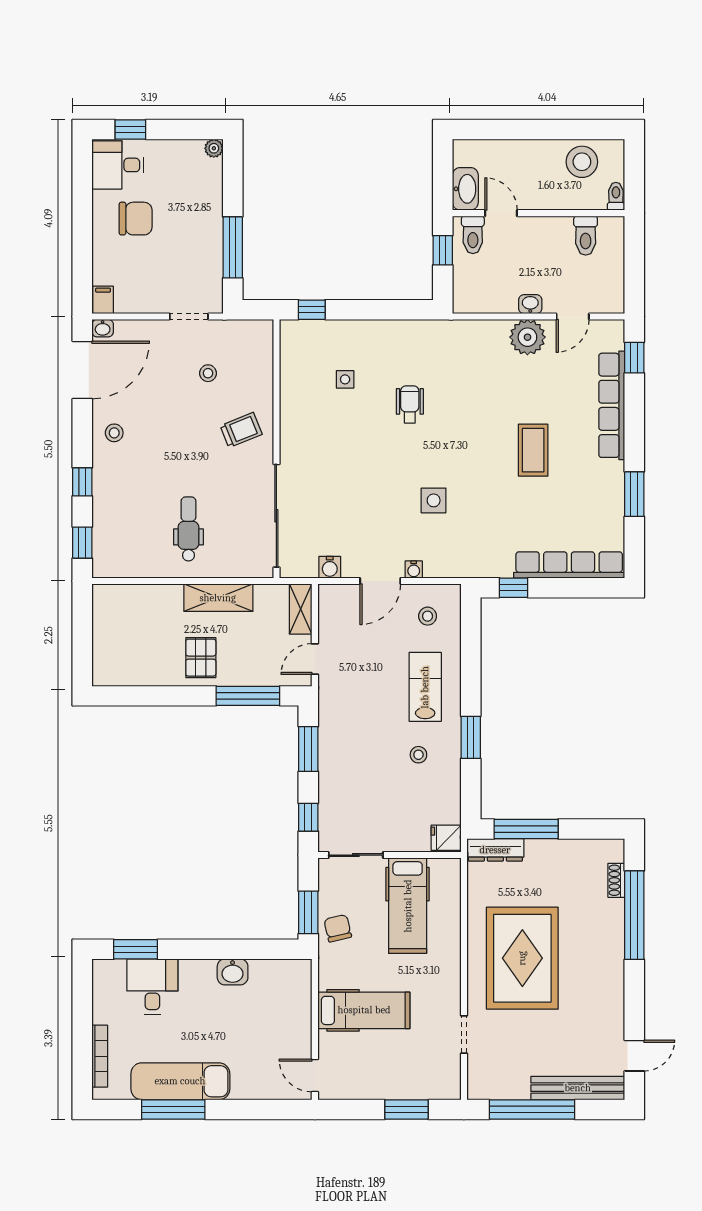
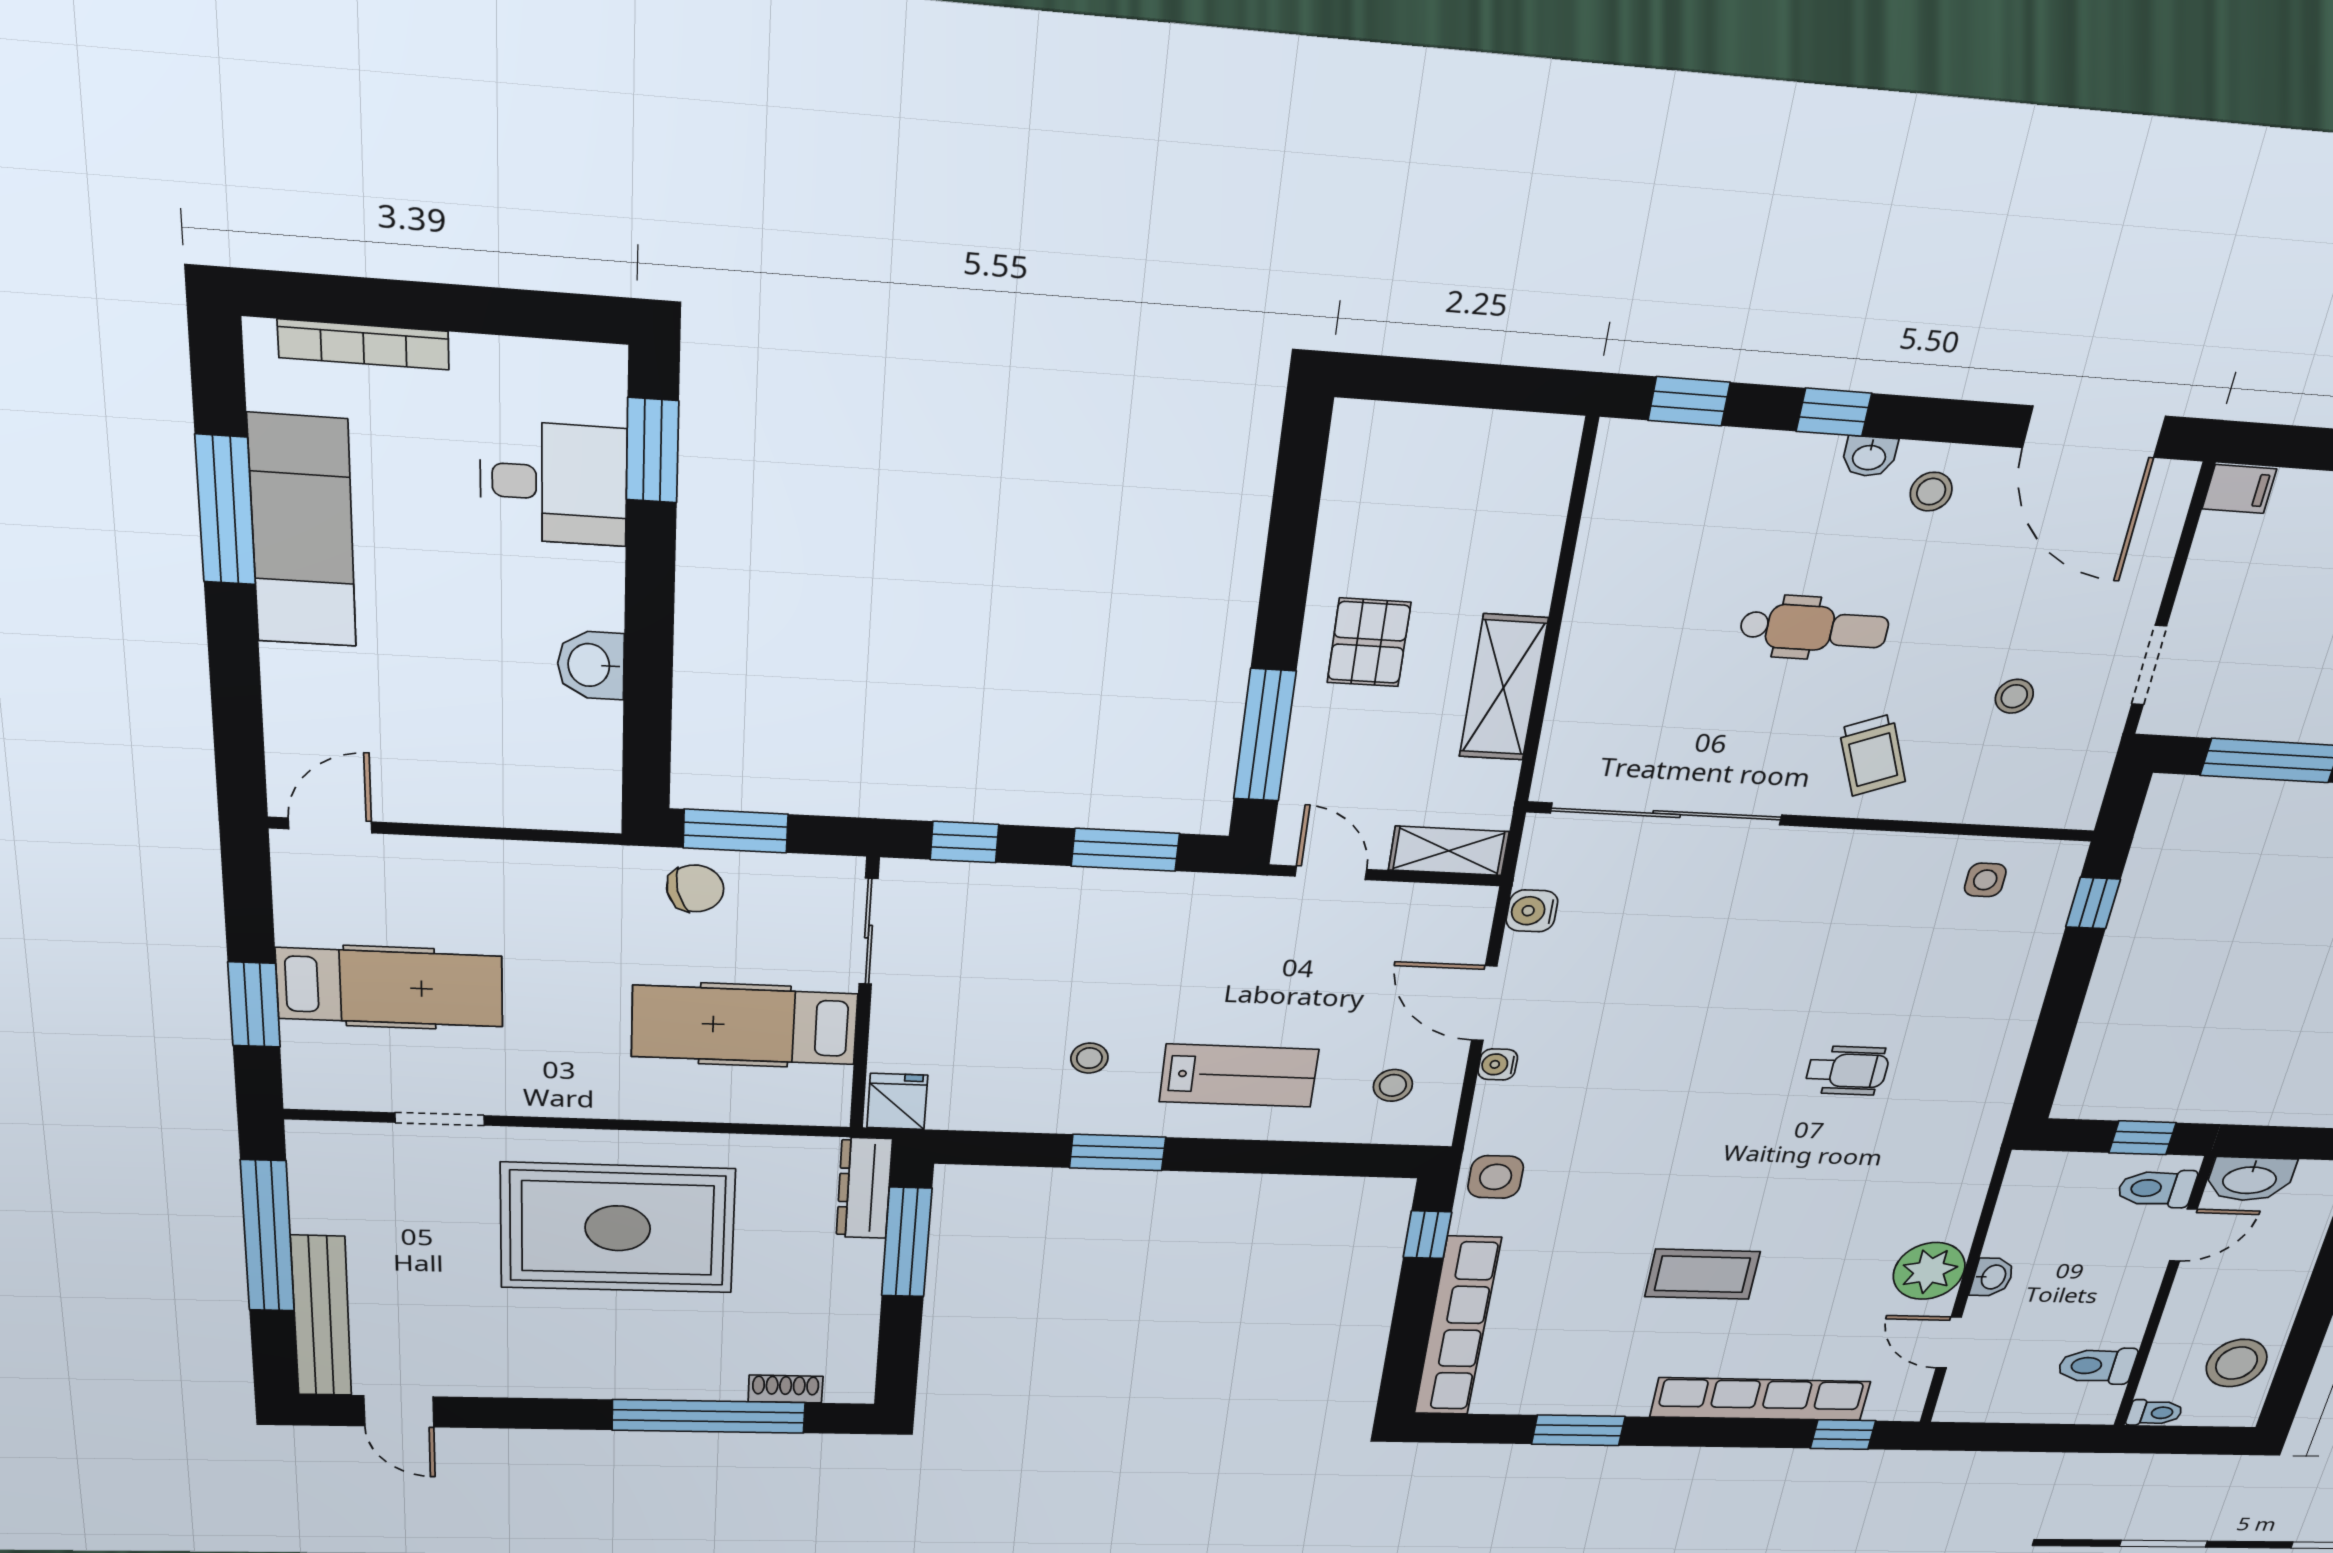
washbasin: (103, 328) -> (1869, 456), moved, turned -90
side table: (345, 379) -> (1985, 880), moved
side table: (434, 500) -> (1496, 1177), moved
dental chair: (188, 529) -> (1814, 628), moved
pallet: (201, 658) -> (1369, 642), turned 90
hospital bed: (364, 1010) -> (390, 987), moved, turned -90

